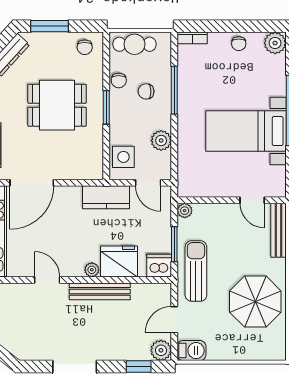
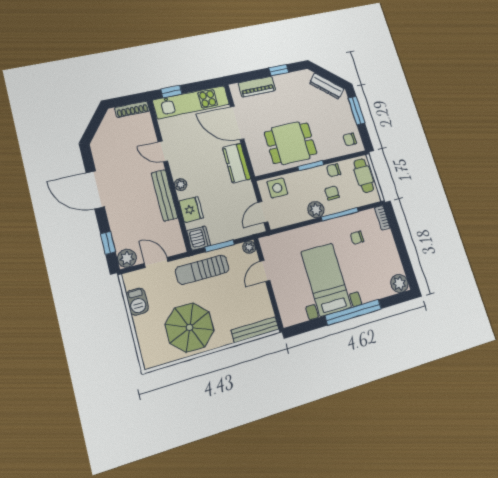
chair: (239, 44) -> (357, 238), moved
dining table: (57, 105) -> (291, 143), moved, turned 90
plant: (161, 141) -> (316, 210), moved
kitchen counter: (106, 197) -> (237, 163), moved
door: (252, 200) -> (265, 271), moved
fridge: (119, 261) -> (191, 209), width x0.73, depth x0.75
sun lounger: (196, 271) -> (202, 270), turned 180
door: (47, 280) -> (163, 151), swing flipped
barbecue: (191, 351) -> (137, 302), moved

